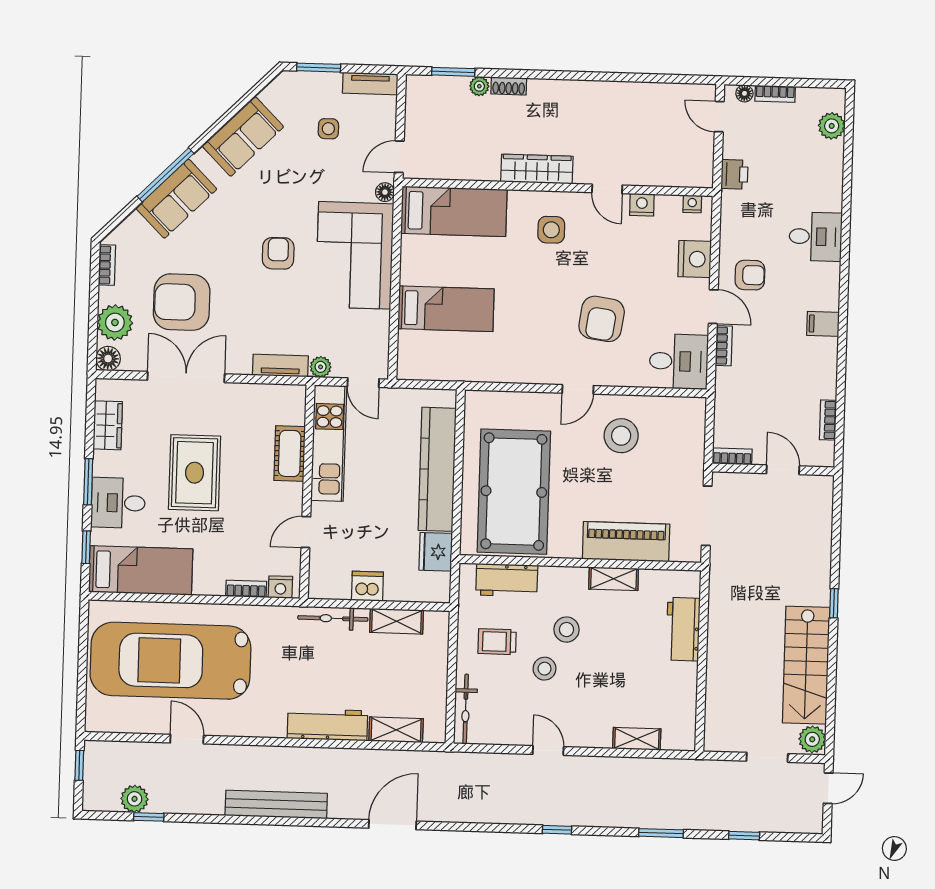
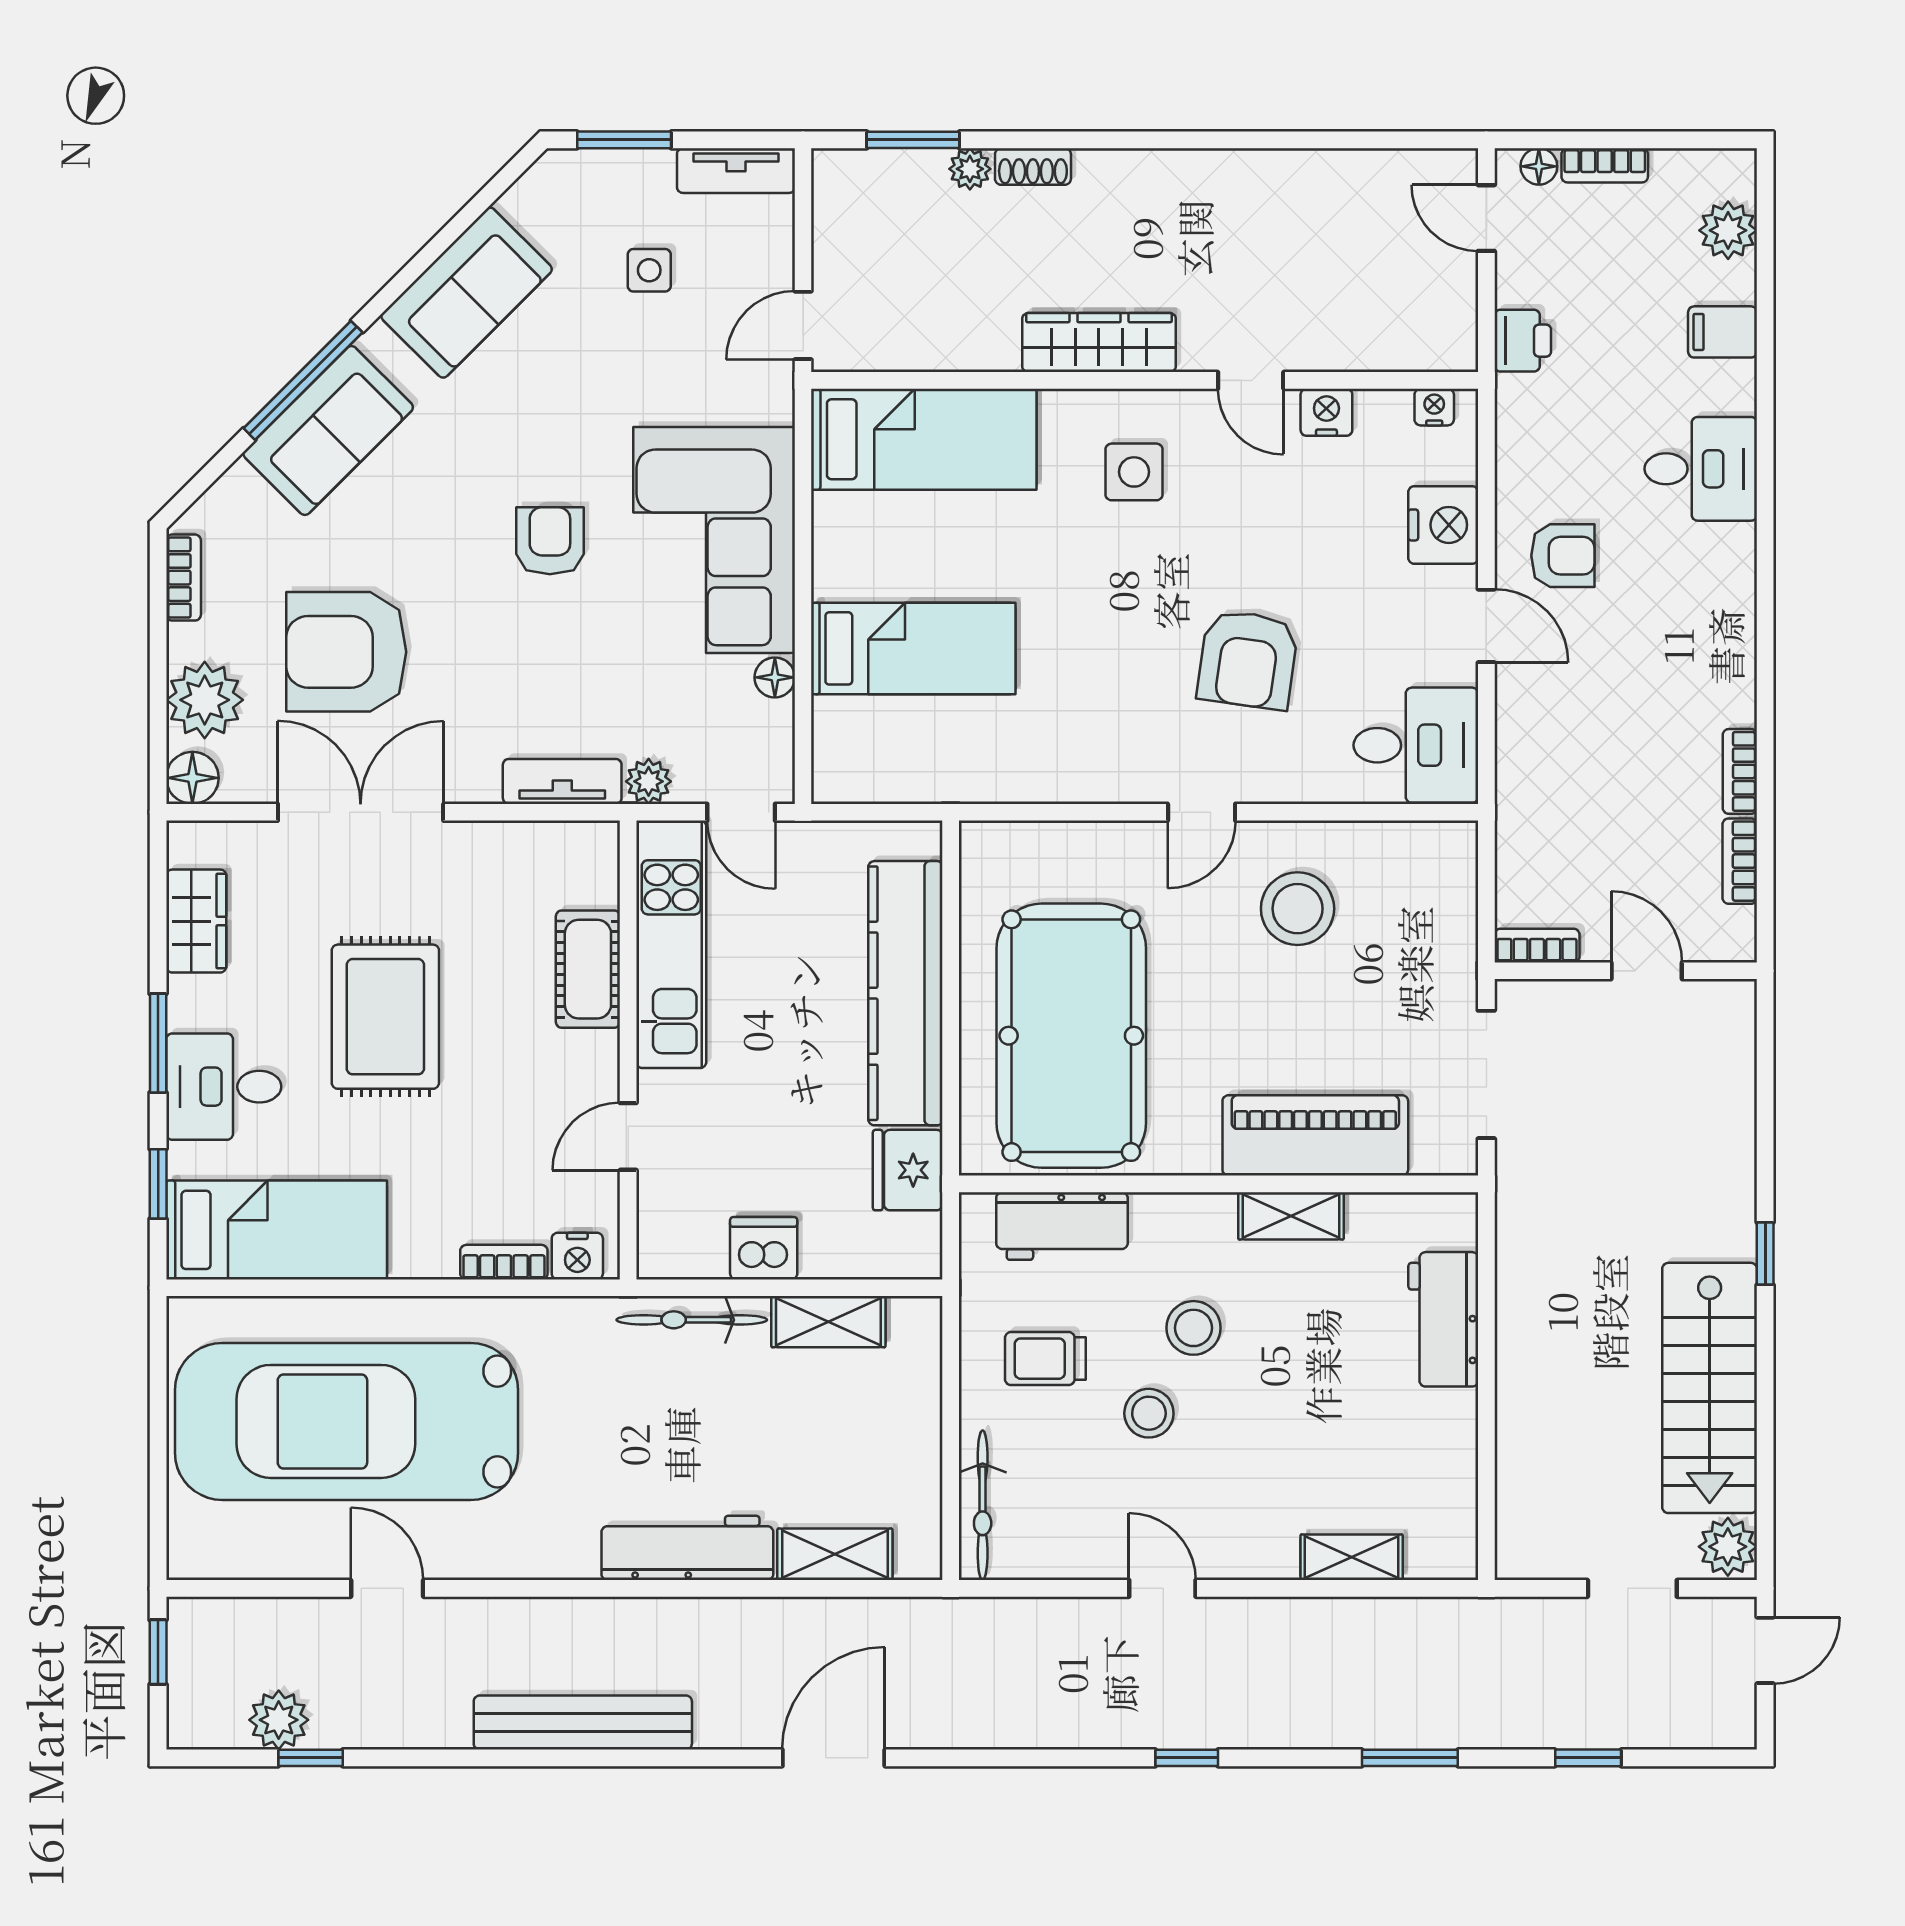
floor lamp: (385, 192) -> (775, 677), moved
filing cabinet: (823, 324) -> (1723, 332), moved
bookcase: (724, 346) -> (1740, 771), moved, turned 180

